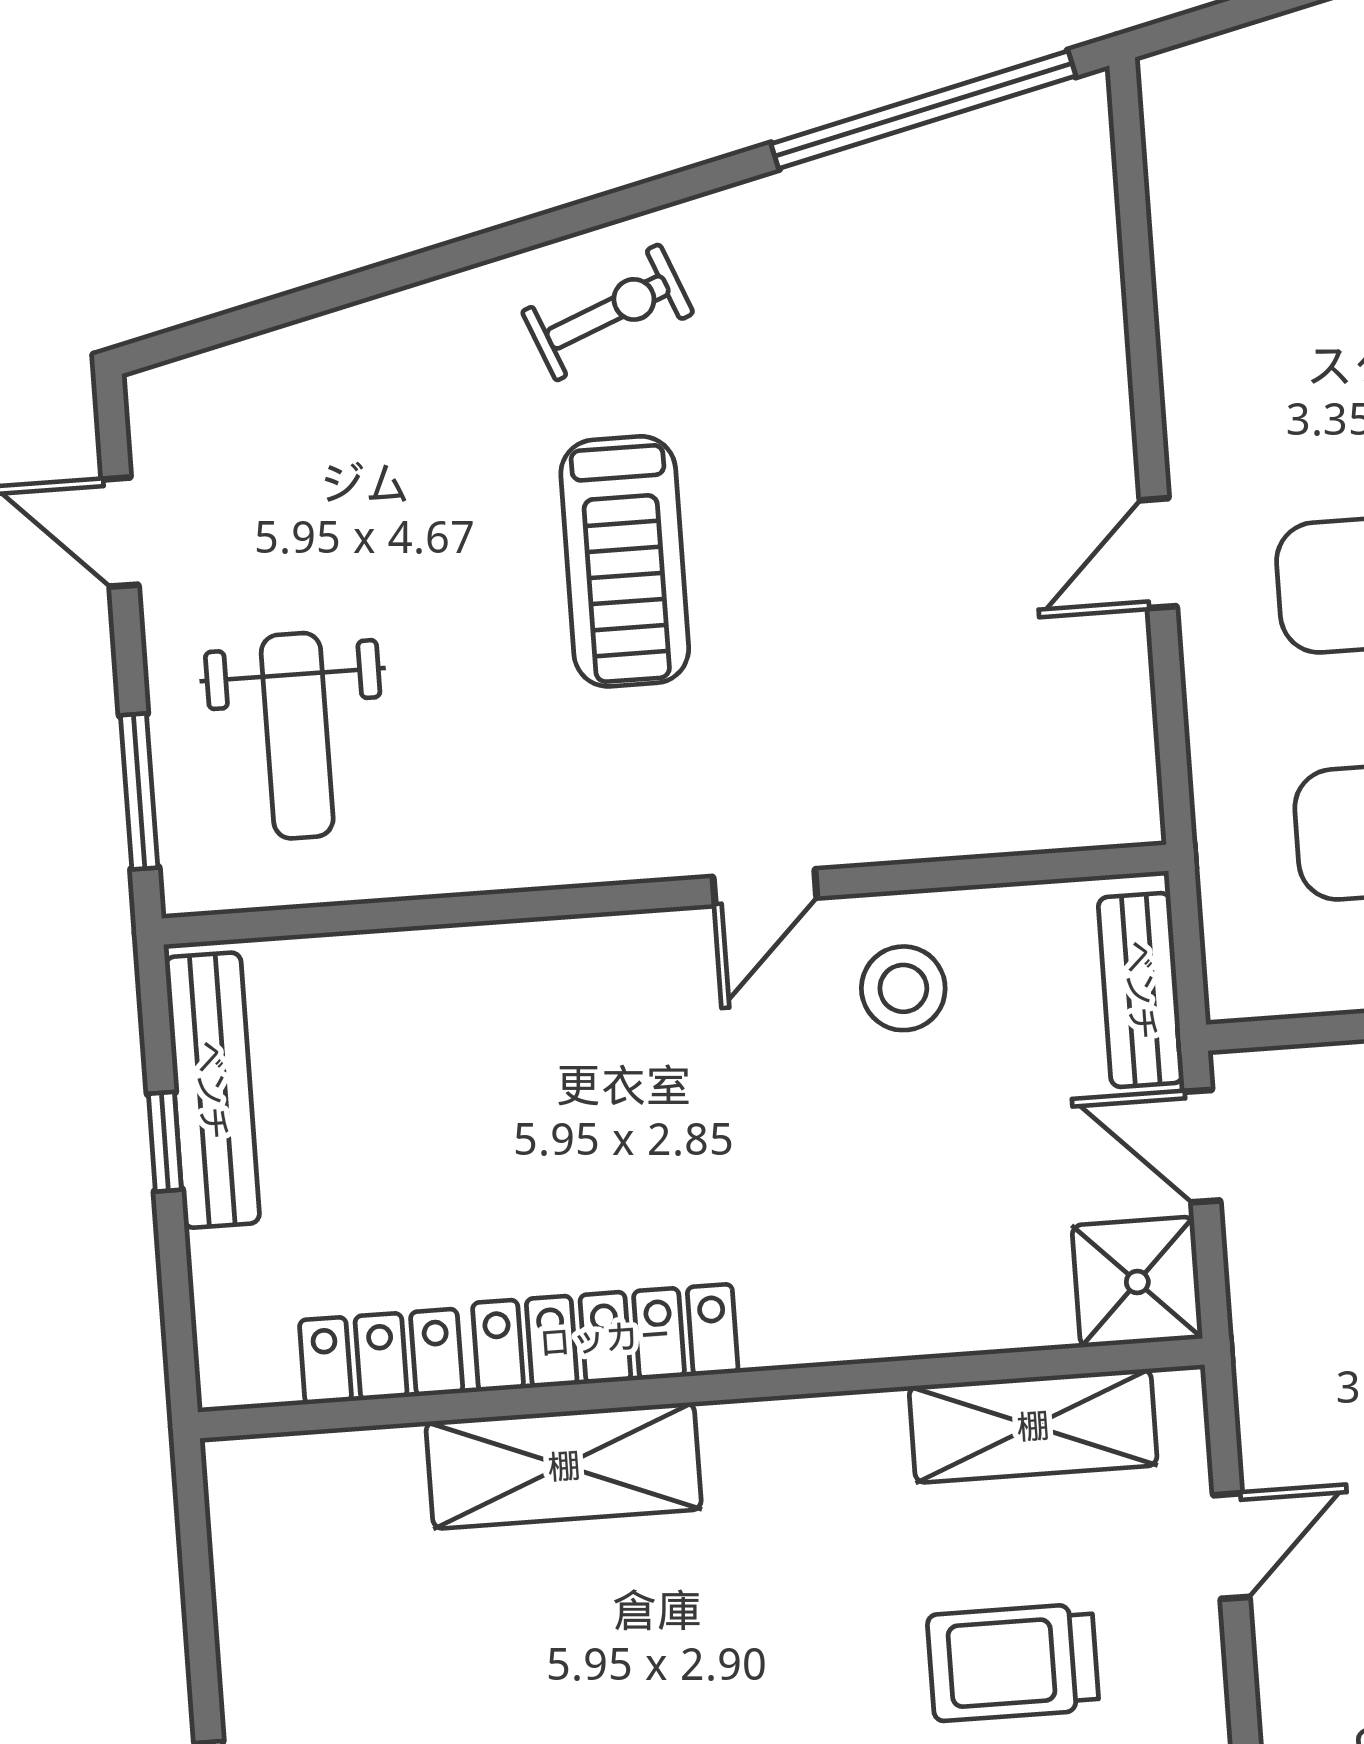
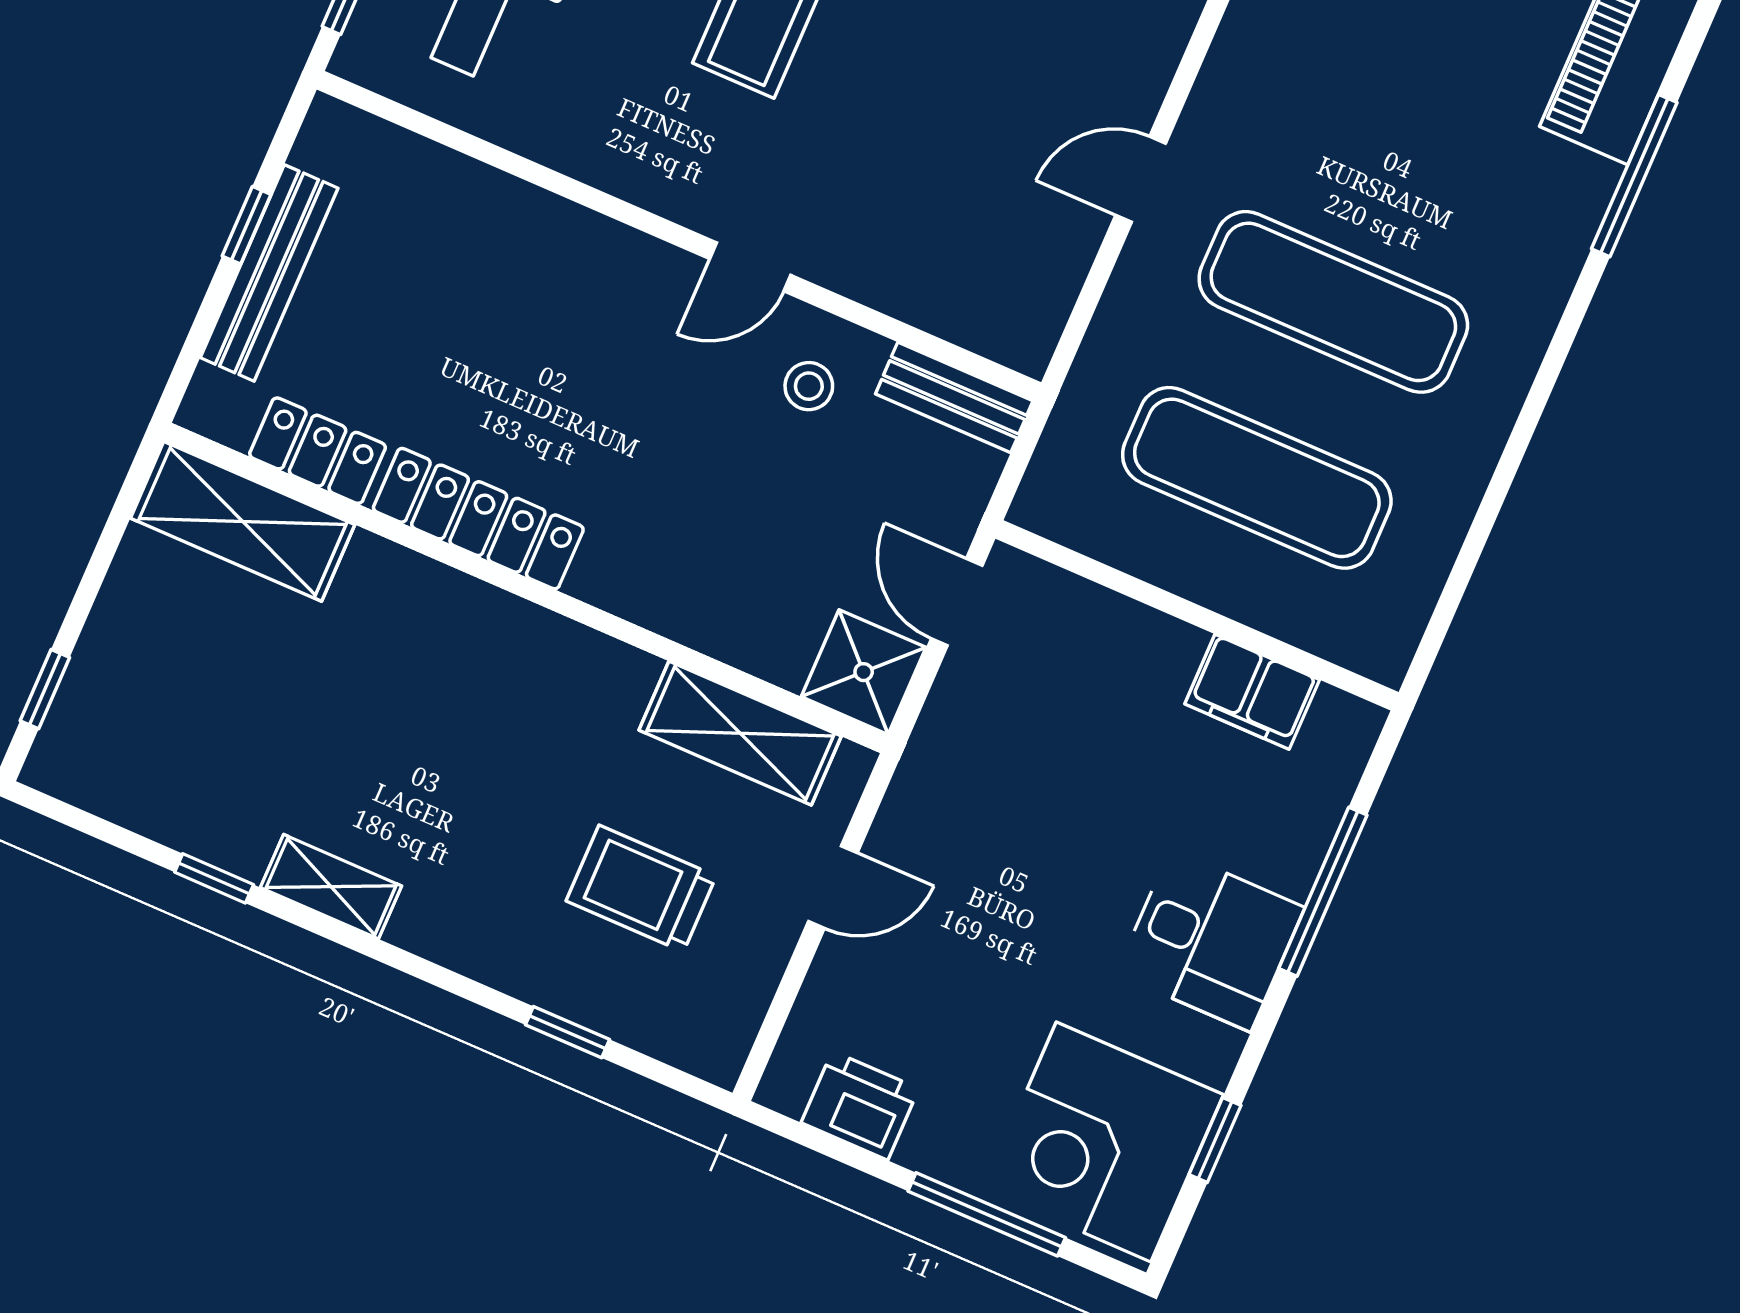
stool: (903, 988) -> (809, 386), width x0.73, depth x0.73
bench: (1141, 990) -> (954, 397), moved, turned 90
bench: (212, 1090) -> (269, 273), moved
shelving: (564, 1466) -> (243, 521), moved

